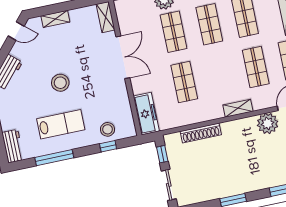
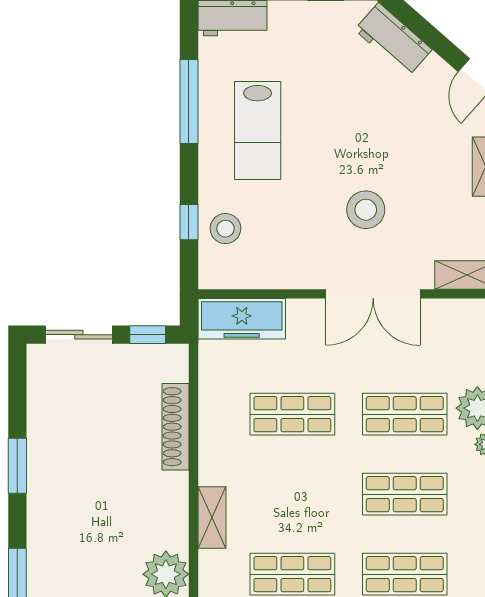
stool: (60, 83) -> (366, 210), moved

